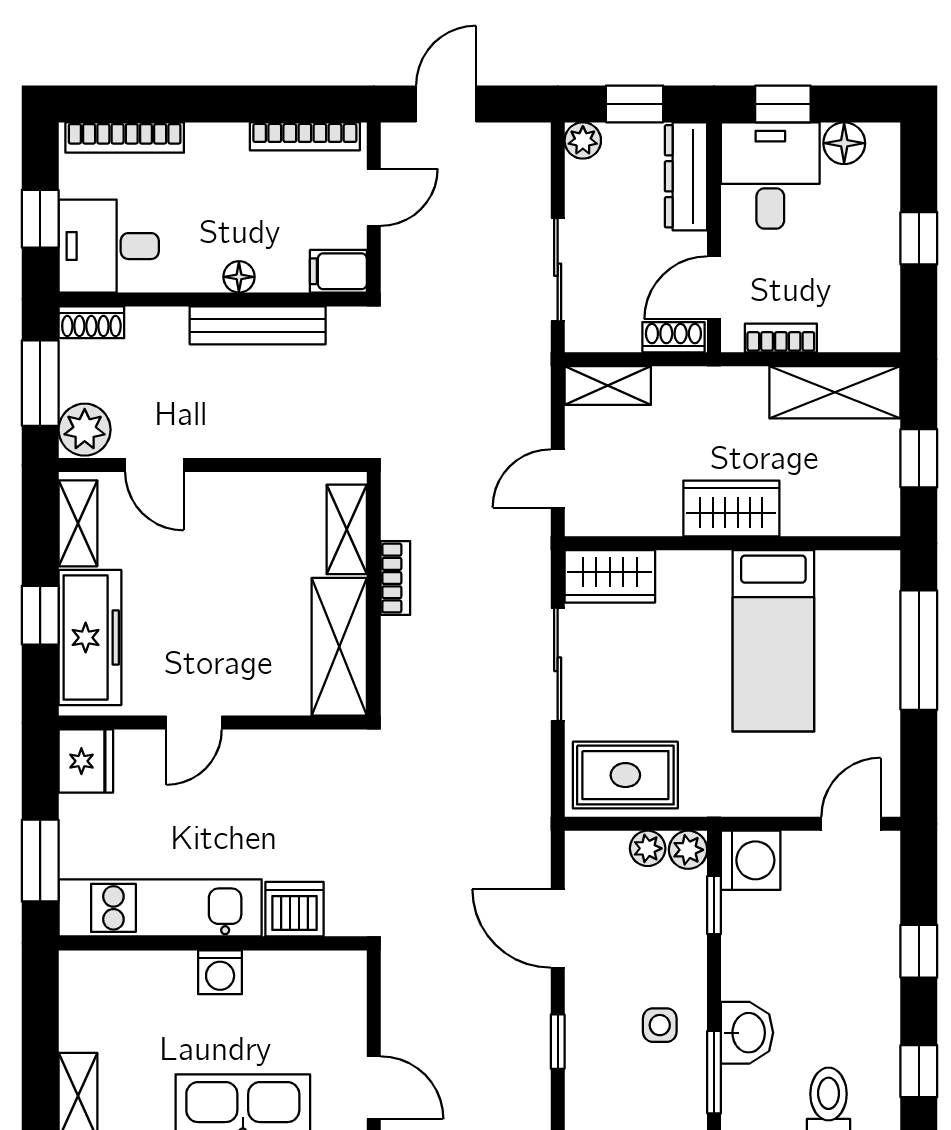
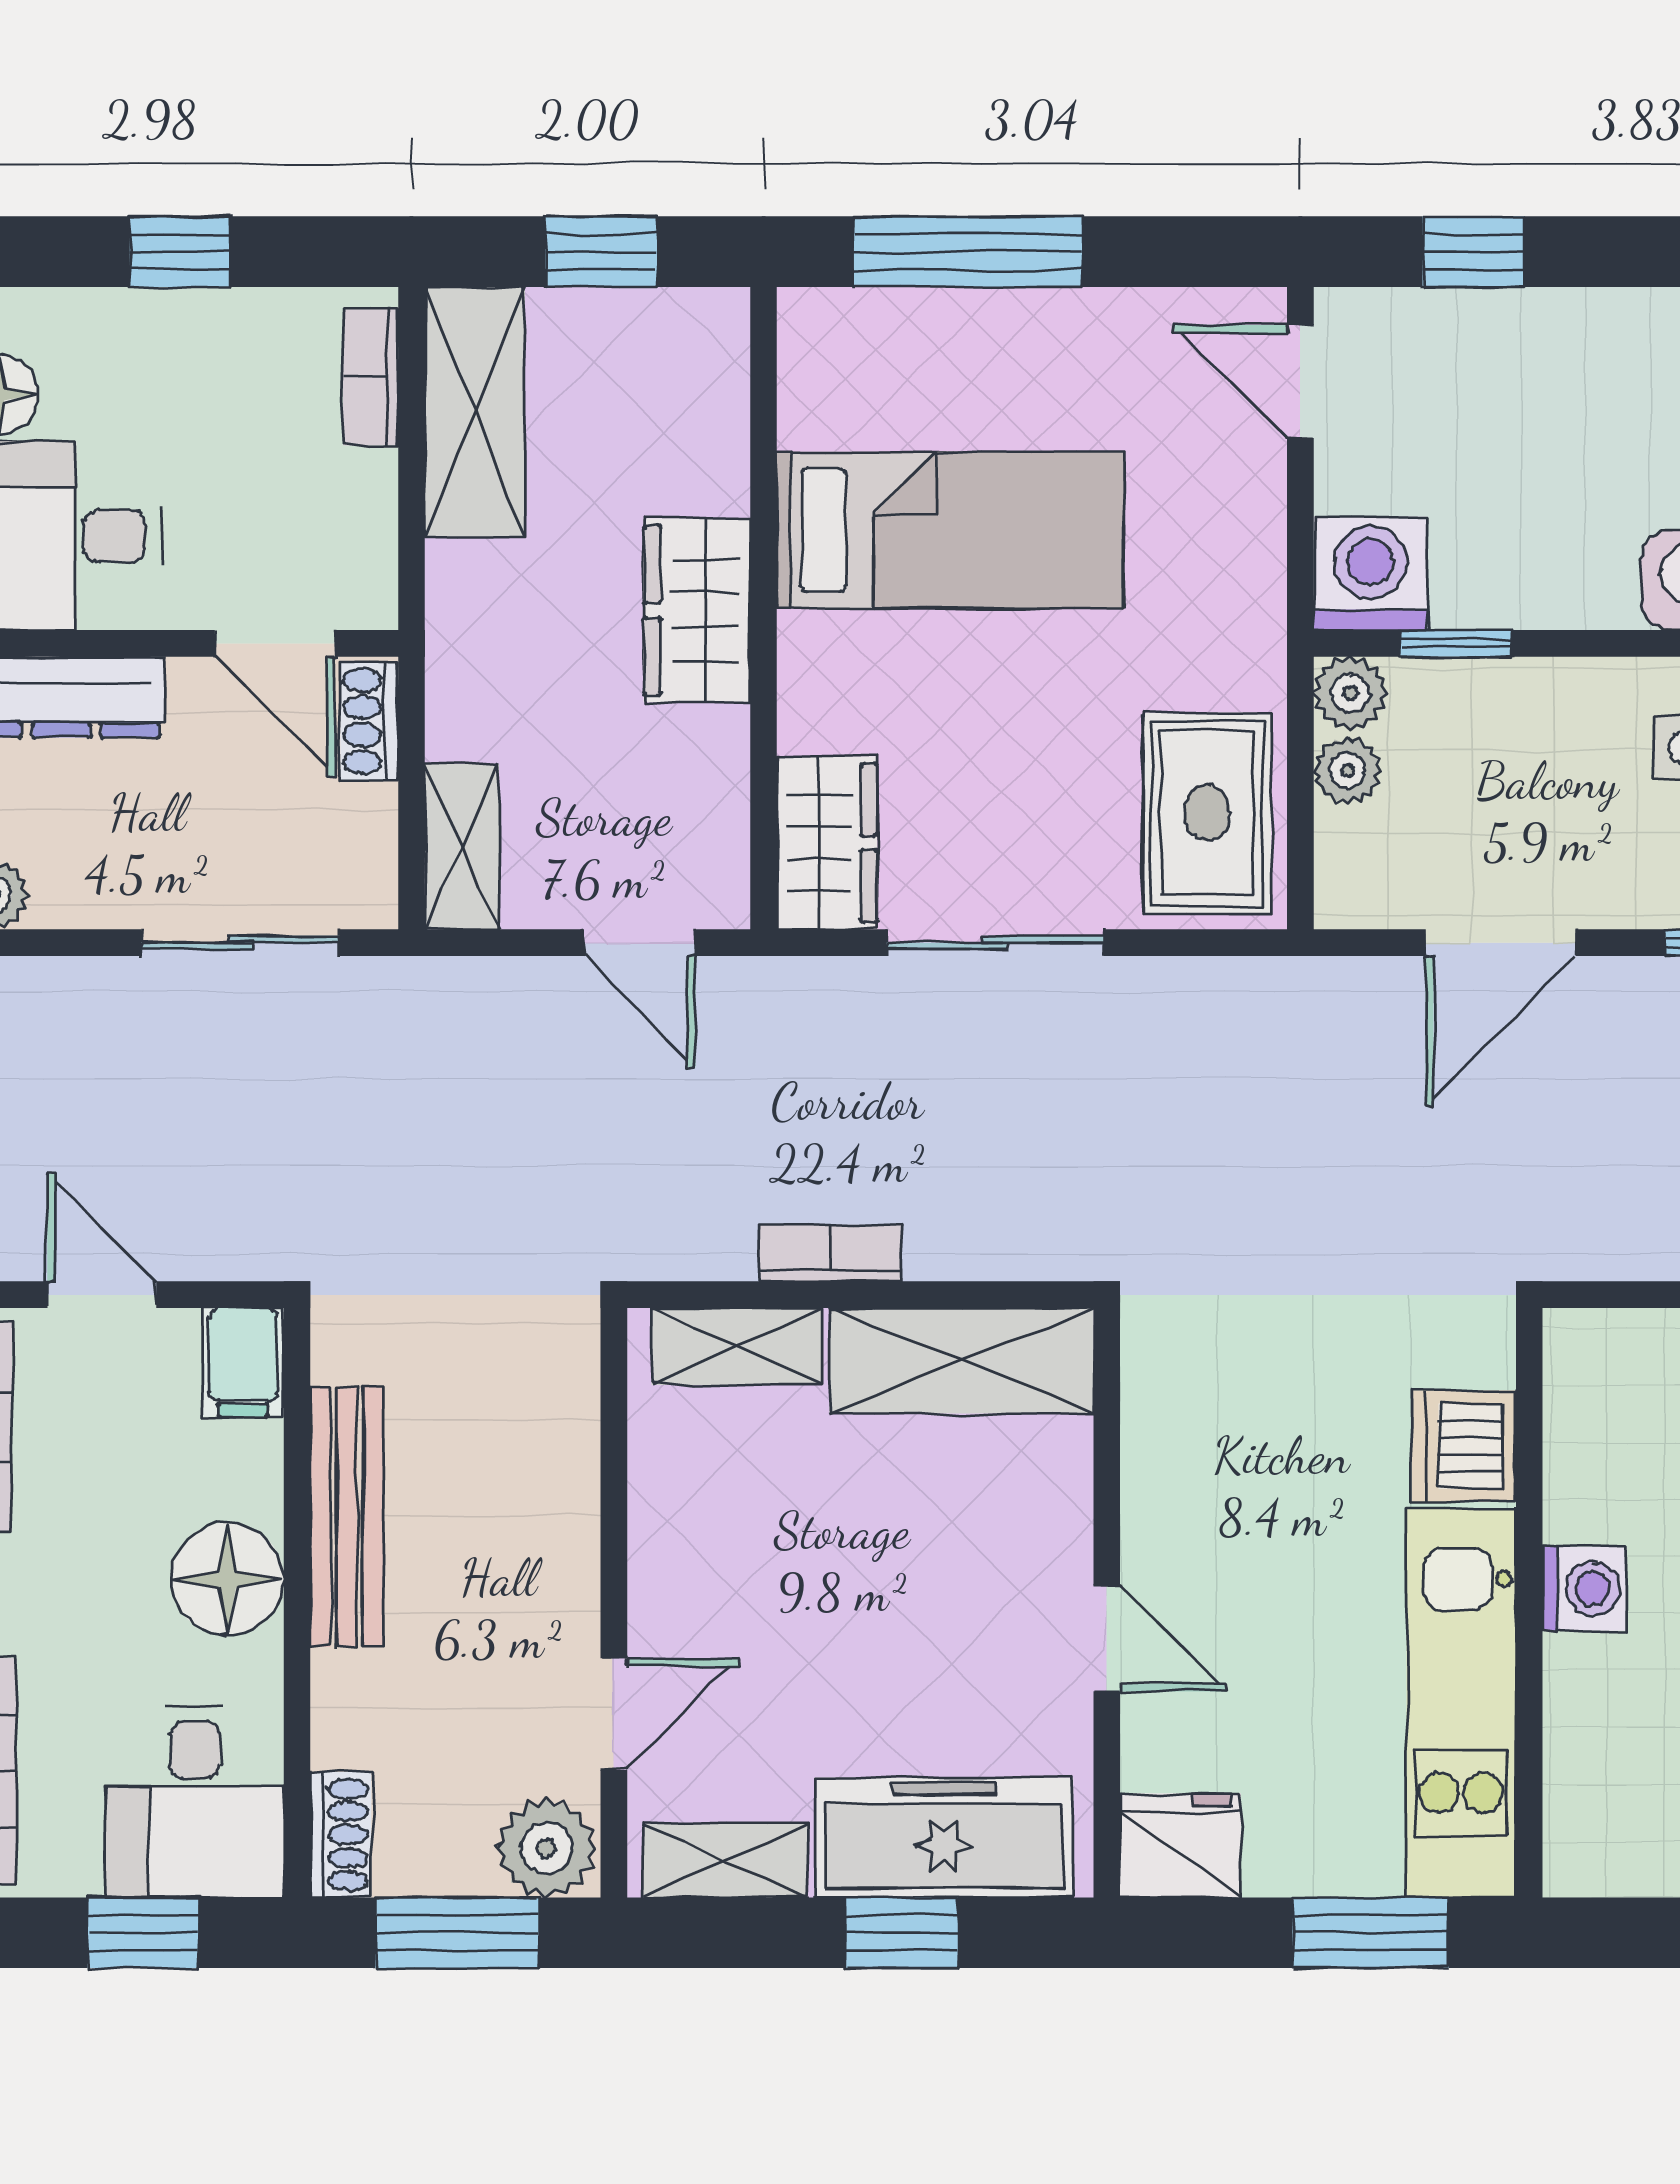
floor lamp: (239, 277) -> (227, 1579), width x1.89, depth x1.89
bookcase: (781, 338) -> (371, 377), moved
window: (919, 951) -> (1473, 252), moved

